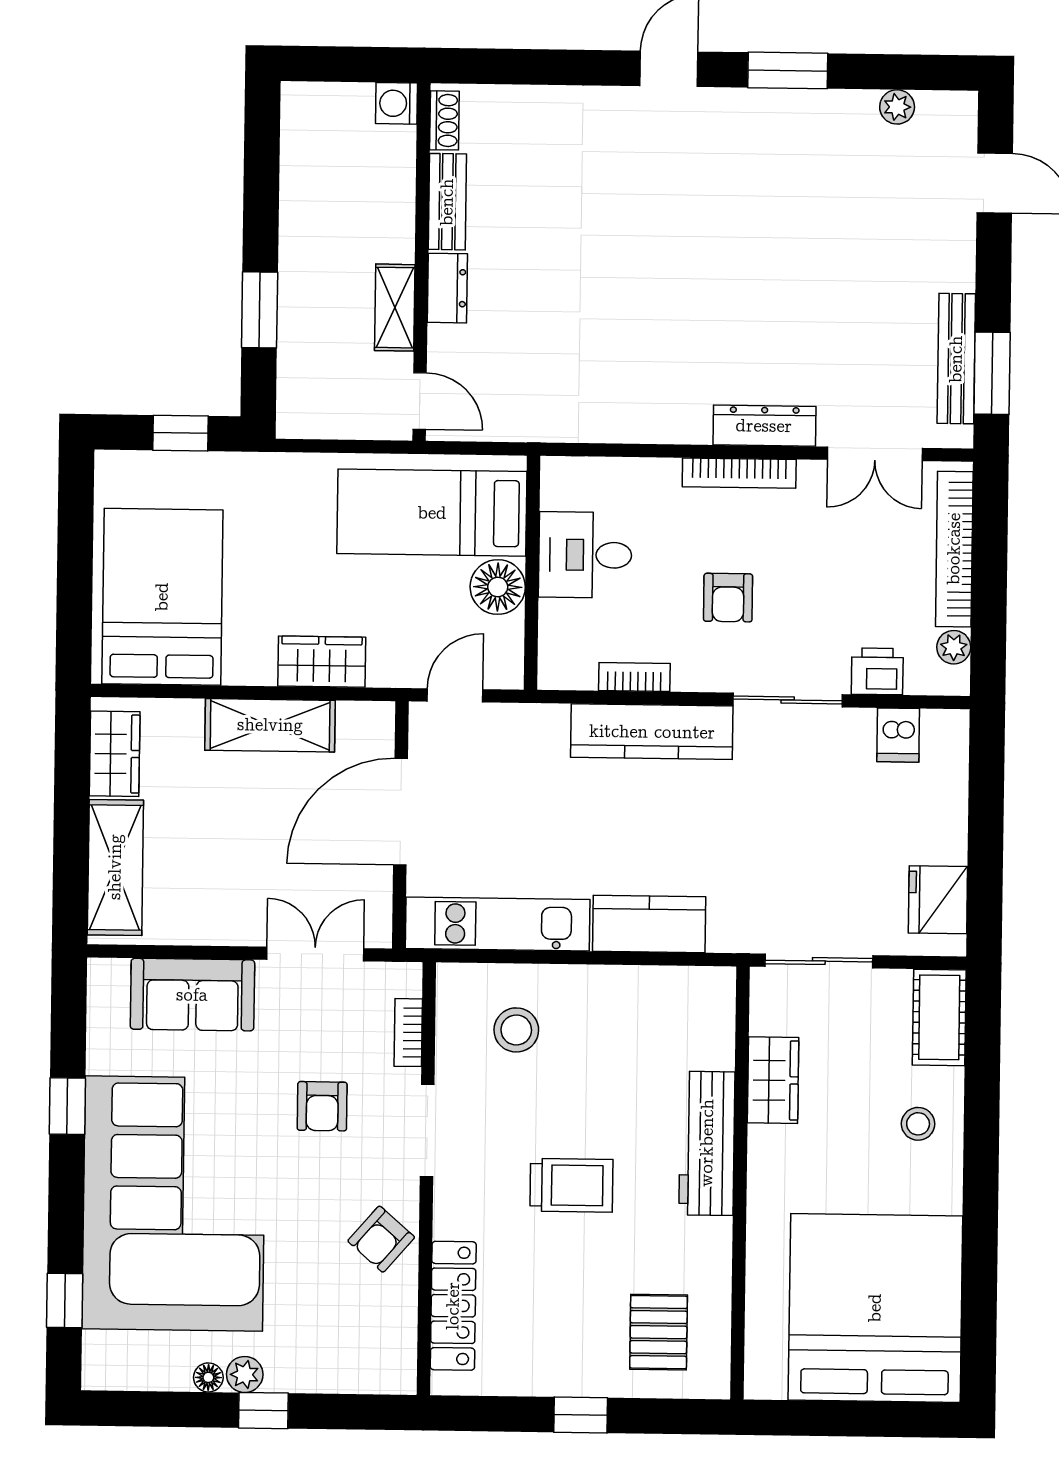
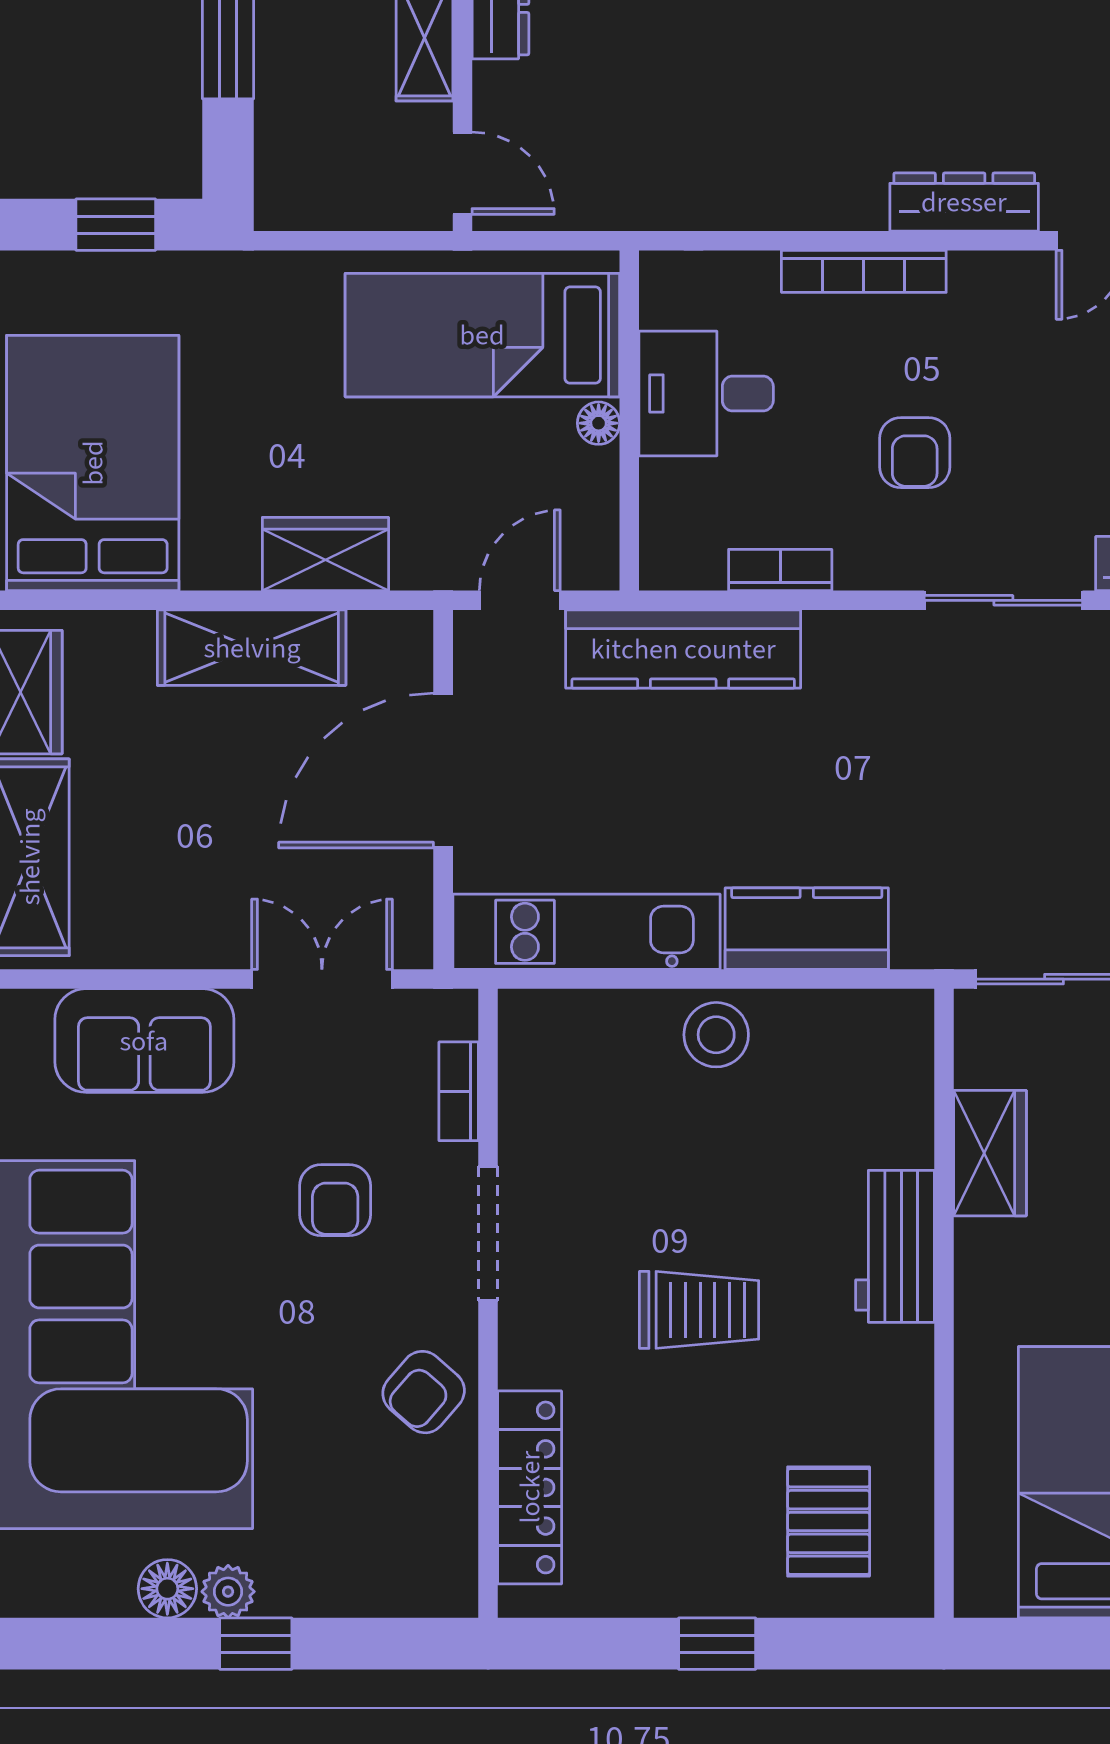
bookcase: (739, 473) -> (864, 271), moved
floor lamp: (498, 587) -> (599, 423), width x0.53, depth x0.53
kitchen counter: (652, 732) -> (683, 649), moved
stool: (516, 1030) -> (716, 1035), moved
workbench: (707, 1143) -> (895, 1246), width x0.73
floor lamp: (208, 1377) -> (167, 1589), width x1.37, depth x1.37

